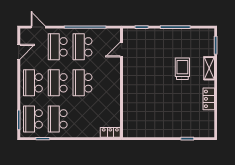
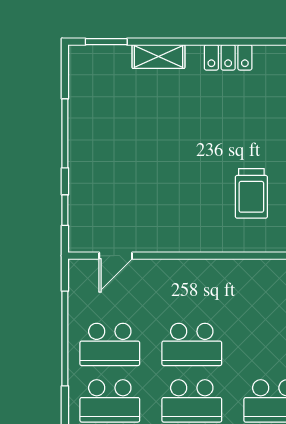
door: (122, 49) -> (116, 256), hinge flipped
trolley: (182, 69) -> (251, 193), moved, turned -90

